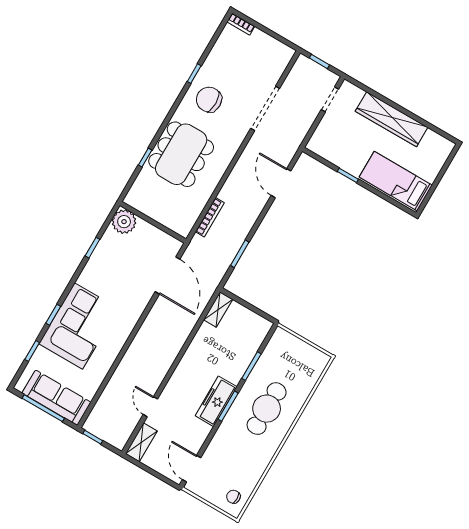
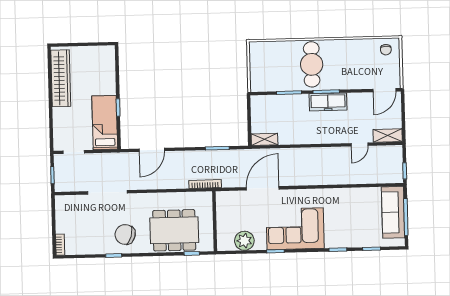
chair: (209, 100) -> (125, 234), turned 107
wardrobe: (392, 119) -> (61, 78), moved
bed: (396, 181) -> (105, 123), moved, turned 180
wall: (153, 222) -> (215, 221), moved
corner sofa: (78, 326) -> (295, 229), moved
cafe table: (267, 409) -> (312, 64), turned 90

